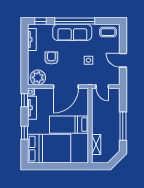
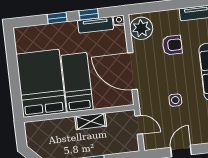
door: (102, 87) -> (139, 125), swing flipped
window: (24, 100) -> (89, 14), moved
shelving: (96, 144) -> (91, 121), moved
bed: (49, 149) -> (41, 83), moved, turned 180

